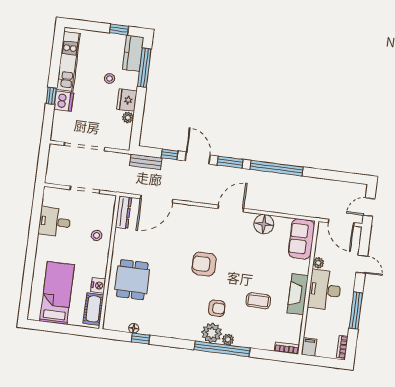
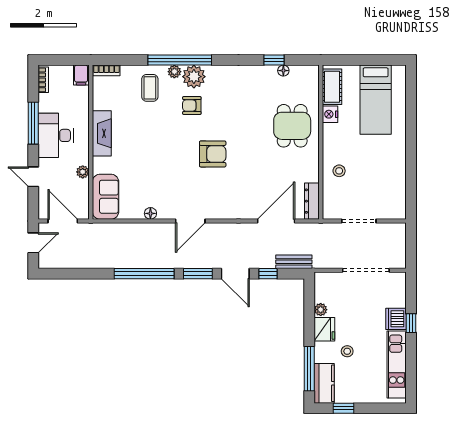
desk: (55, 222) -> (389, 180), removed
floor lamp: (264, 224) -> (150, 213), width x0.53, depth x0.53
desk: (325, 290) -> (56, 135), moved, turned 180
coffee table: (258, 301) -> (150, 88), moved, turned 90

